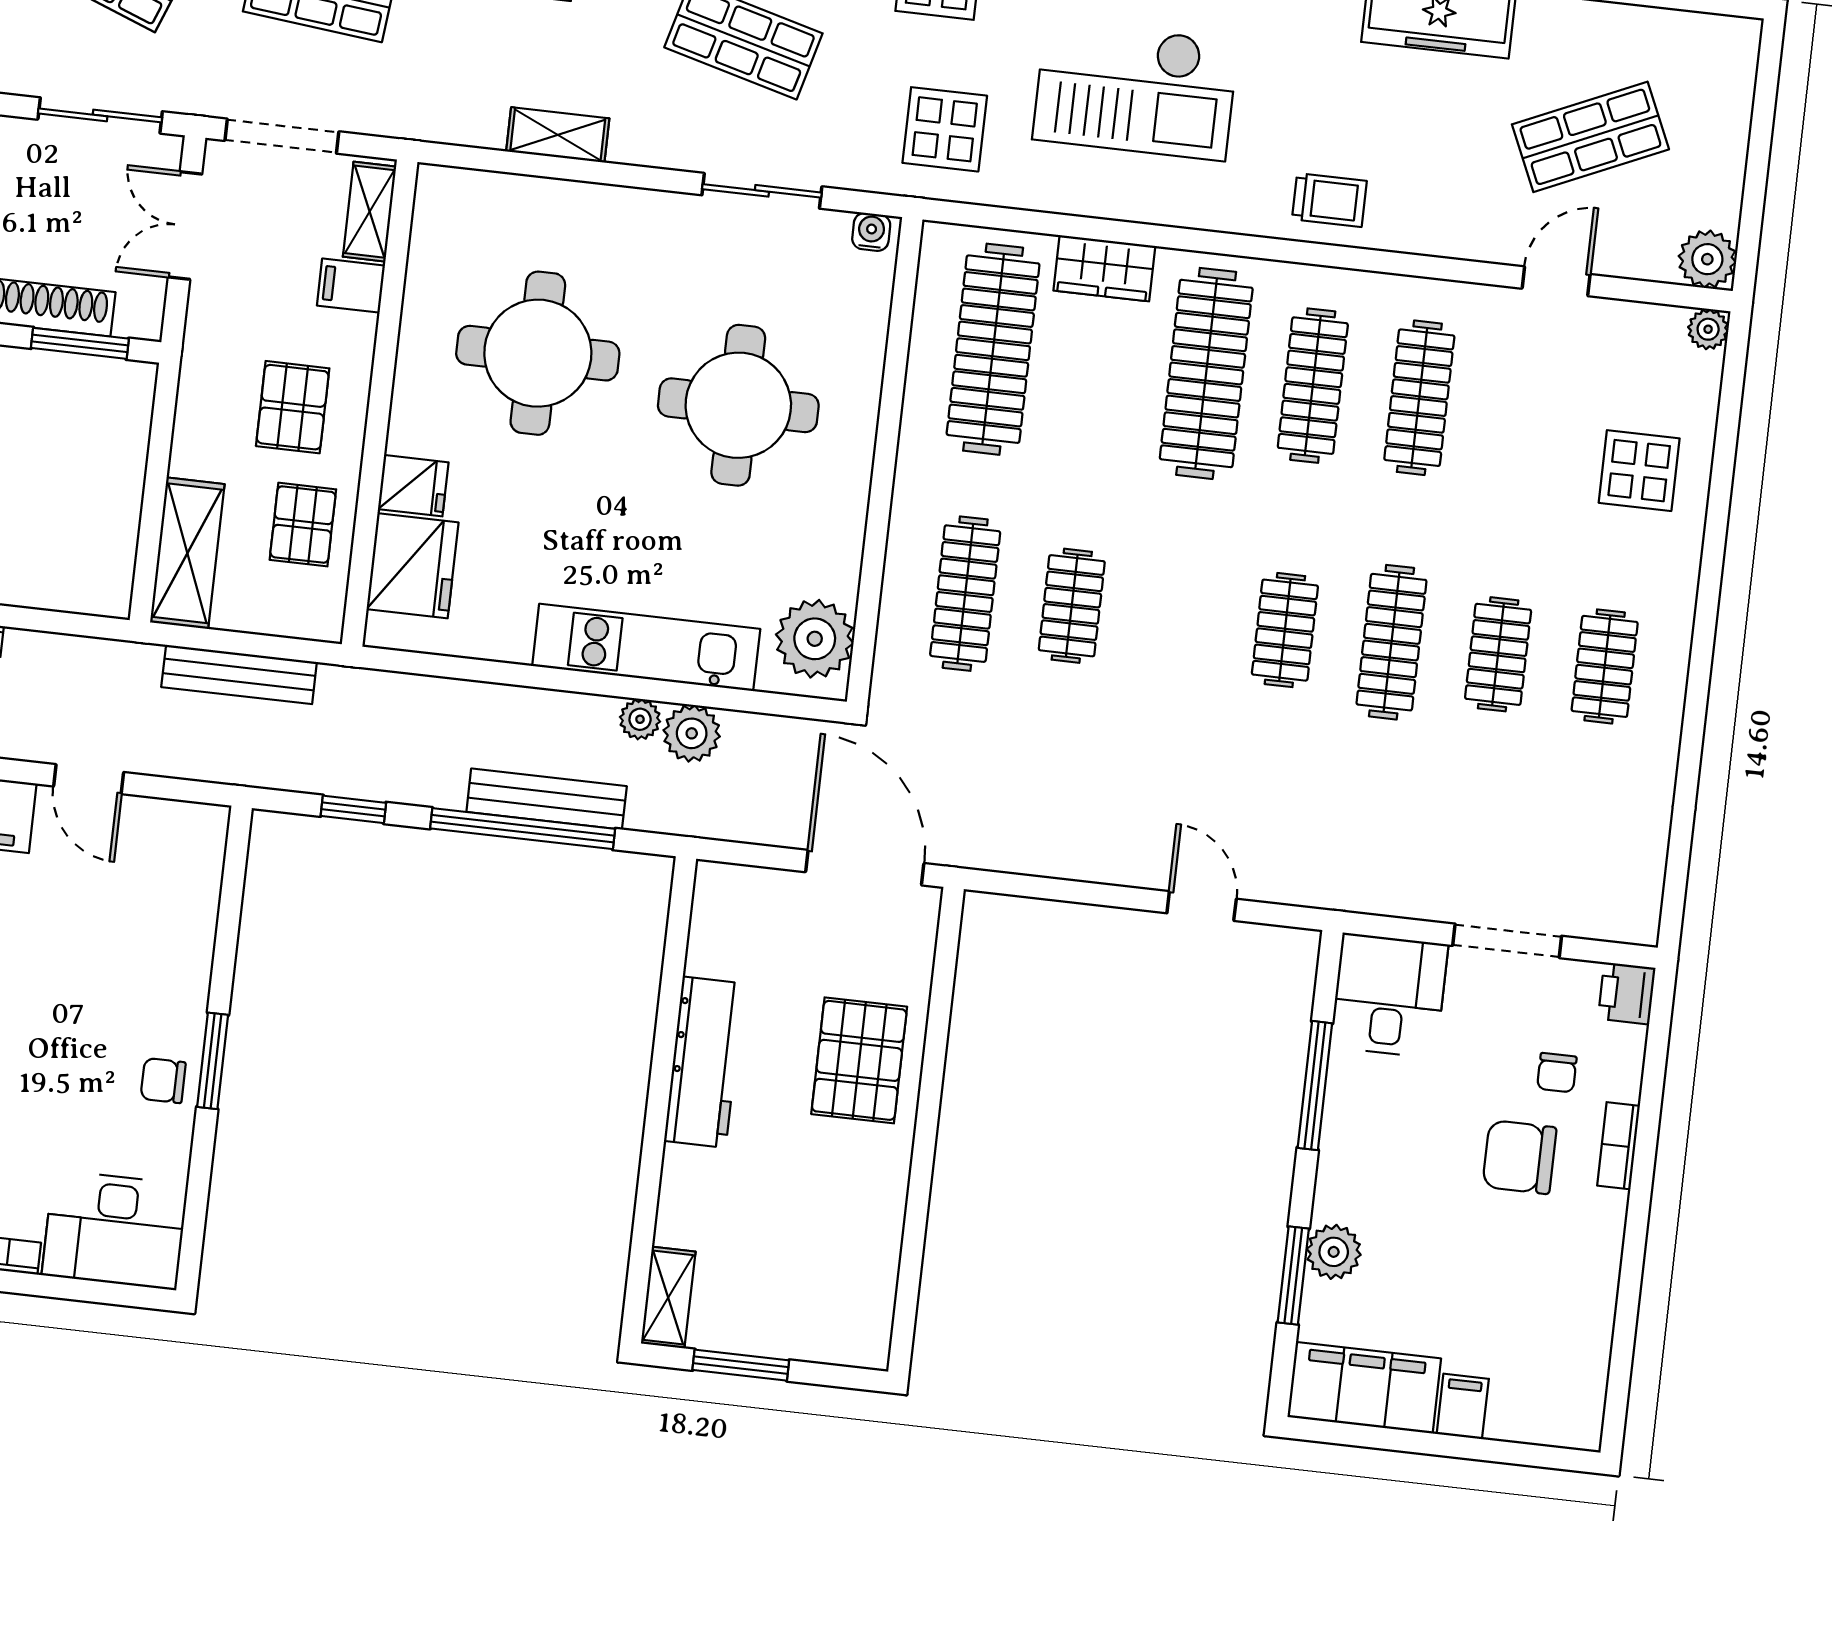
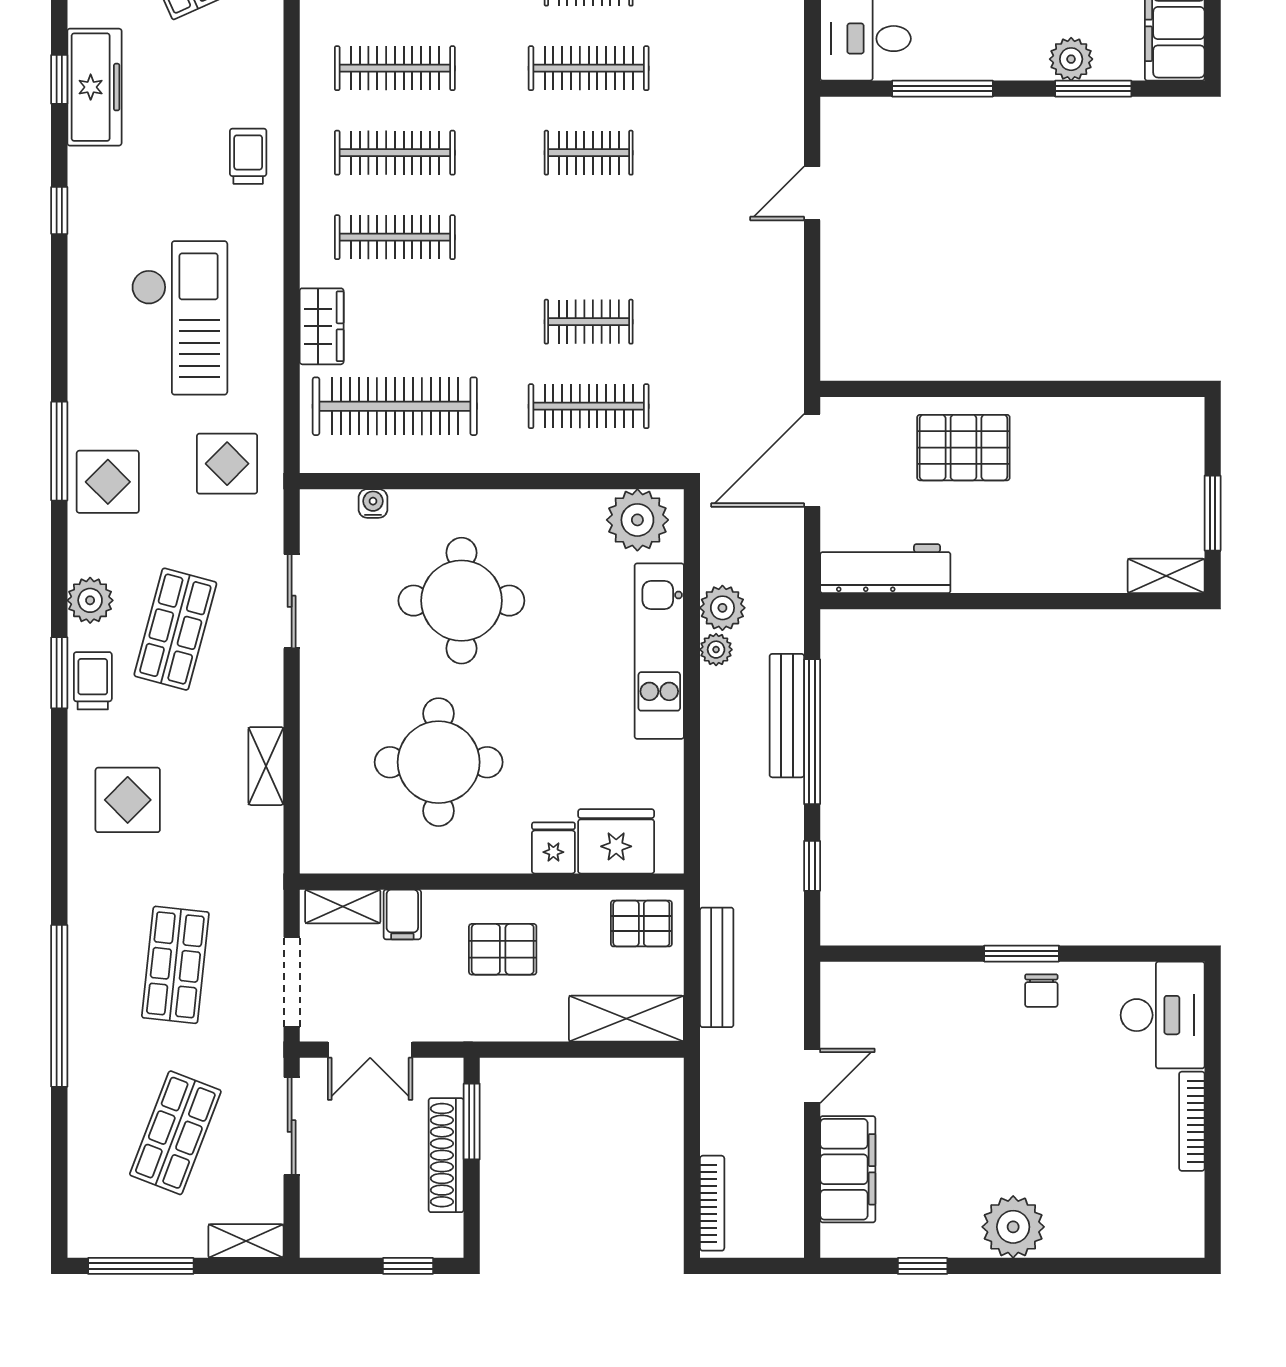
water cooler: (871, 232) -> (373, 503), moved, turned 90
clothes rail: (1206, 373) -> (395, 237), width x0.73, depth x0.76
pallet: (303, 525) -> (641, 923), moved
workbench: (704, 1062) -> (885, 569), moved

